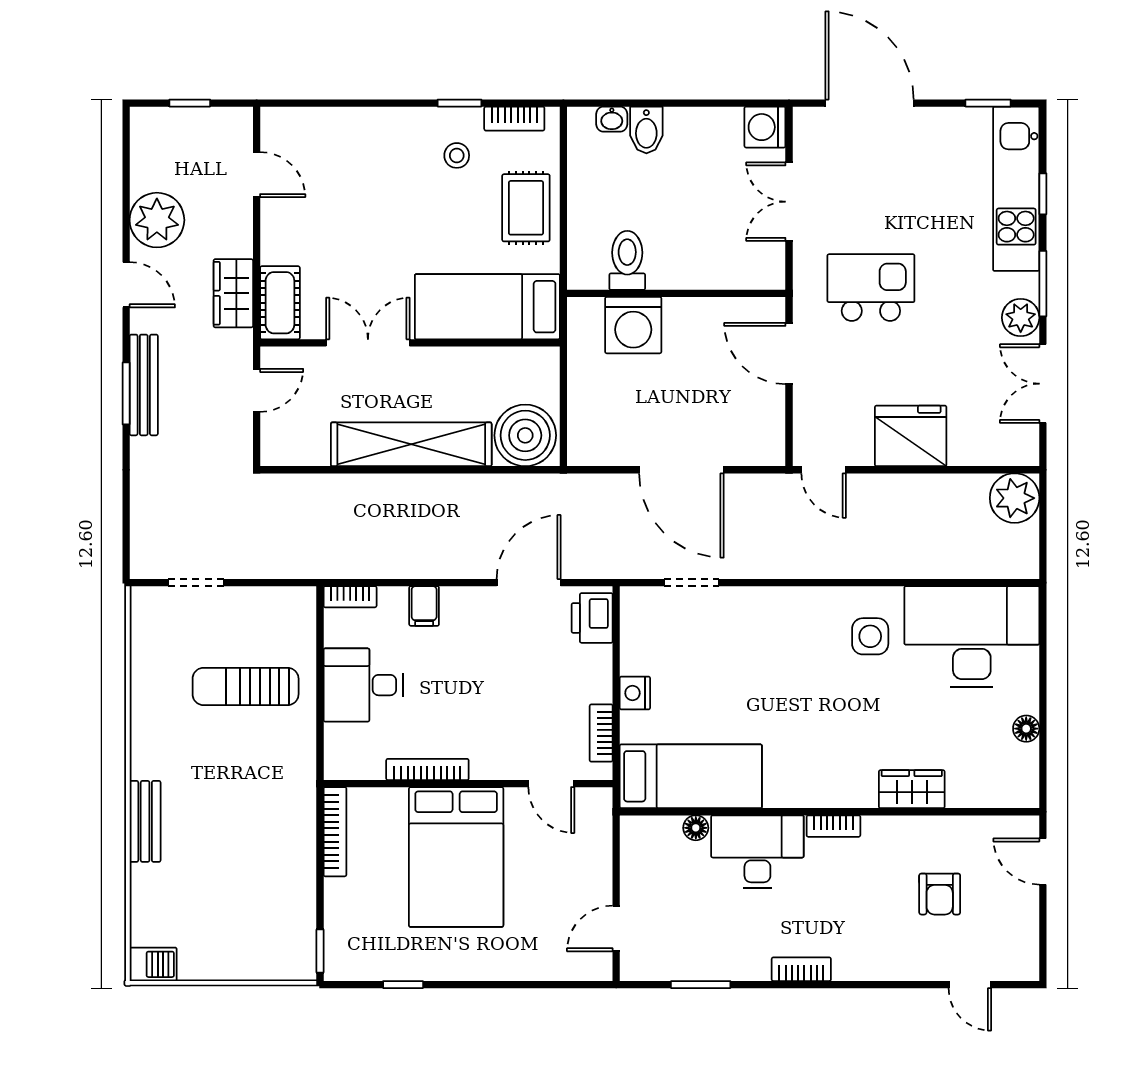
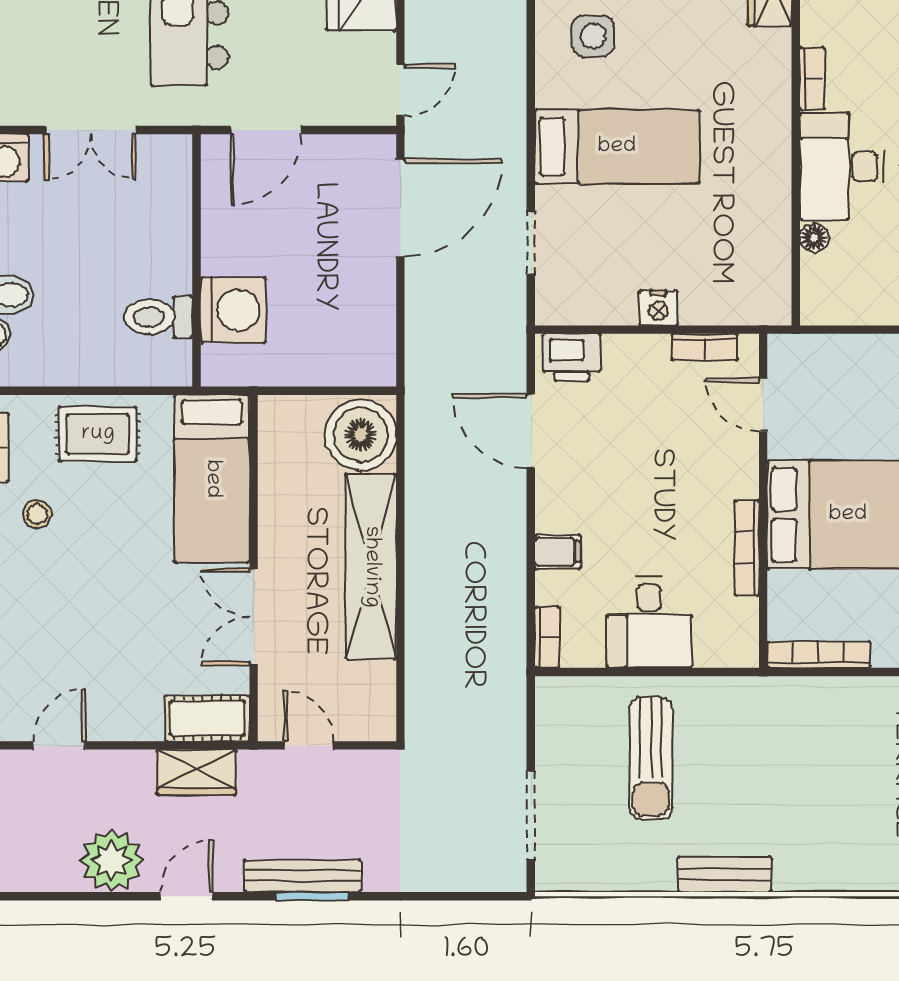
door: (681, 470) -> (400, 208), moved
doorway: (196, 583) -> (531, 815), width x1.38
bed: (691, 776) -> (617, 147), moved, turned 90
door: (551, 784) -> (763, 405), swing flipped
bench: (145, 821) -> (725, 874), moved

